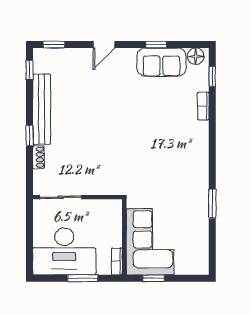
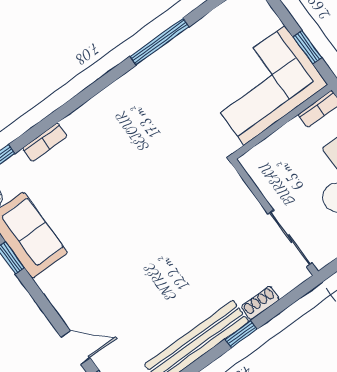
door: (104, 45) -> (76, 348), moved
window: (212, 204) -> (160, 42), width x1.44

